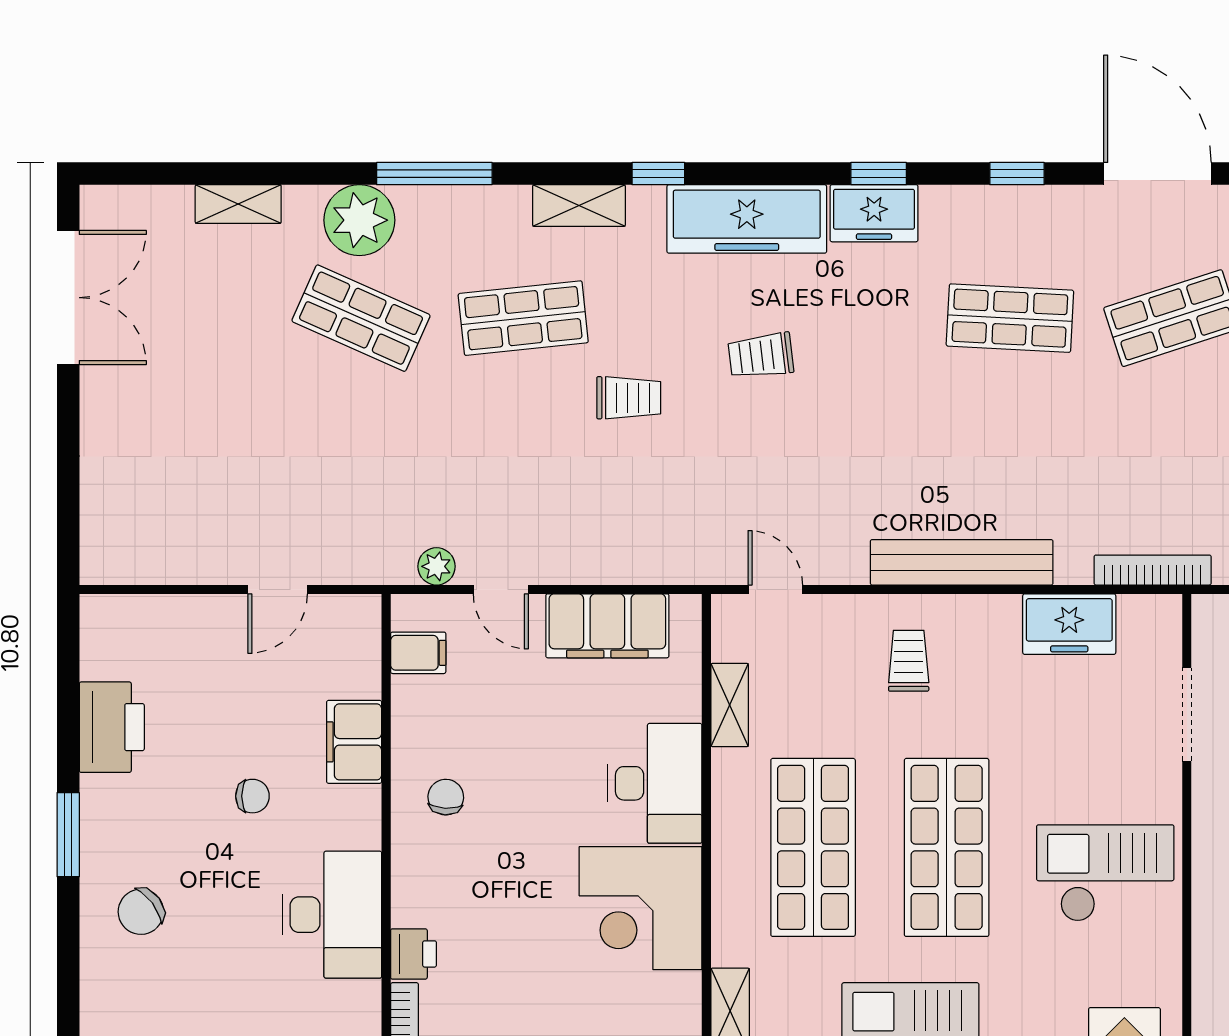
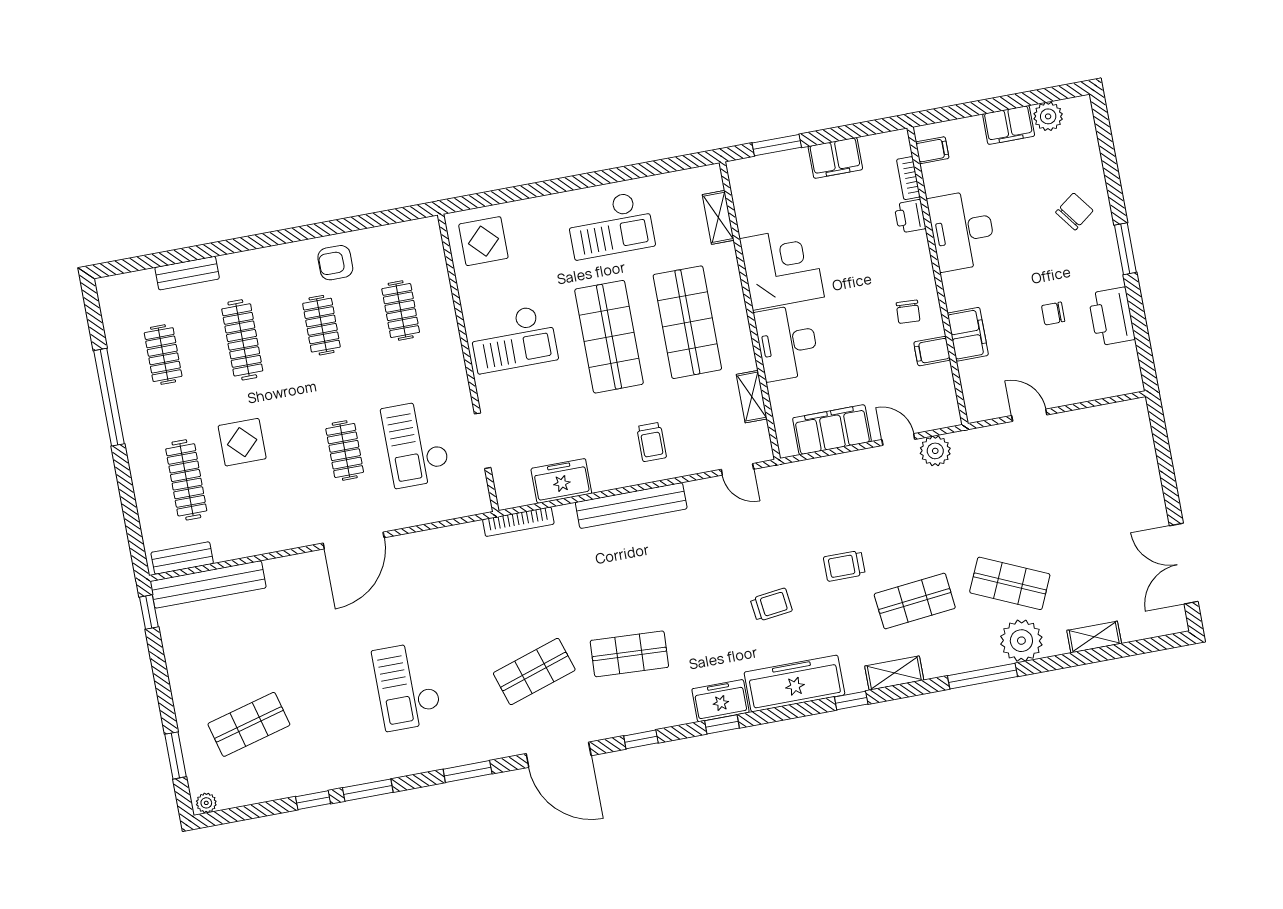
plant: (437, 566) -> (935, 451), width x1.38, depth x1.38
door: (278, 589) -> (1029, 415), hinge flipped
filing cabinet: (418, 653) -> (932, 351), moved
chair: (252, 796) -> (1053, 313), moved

